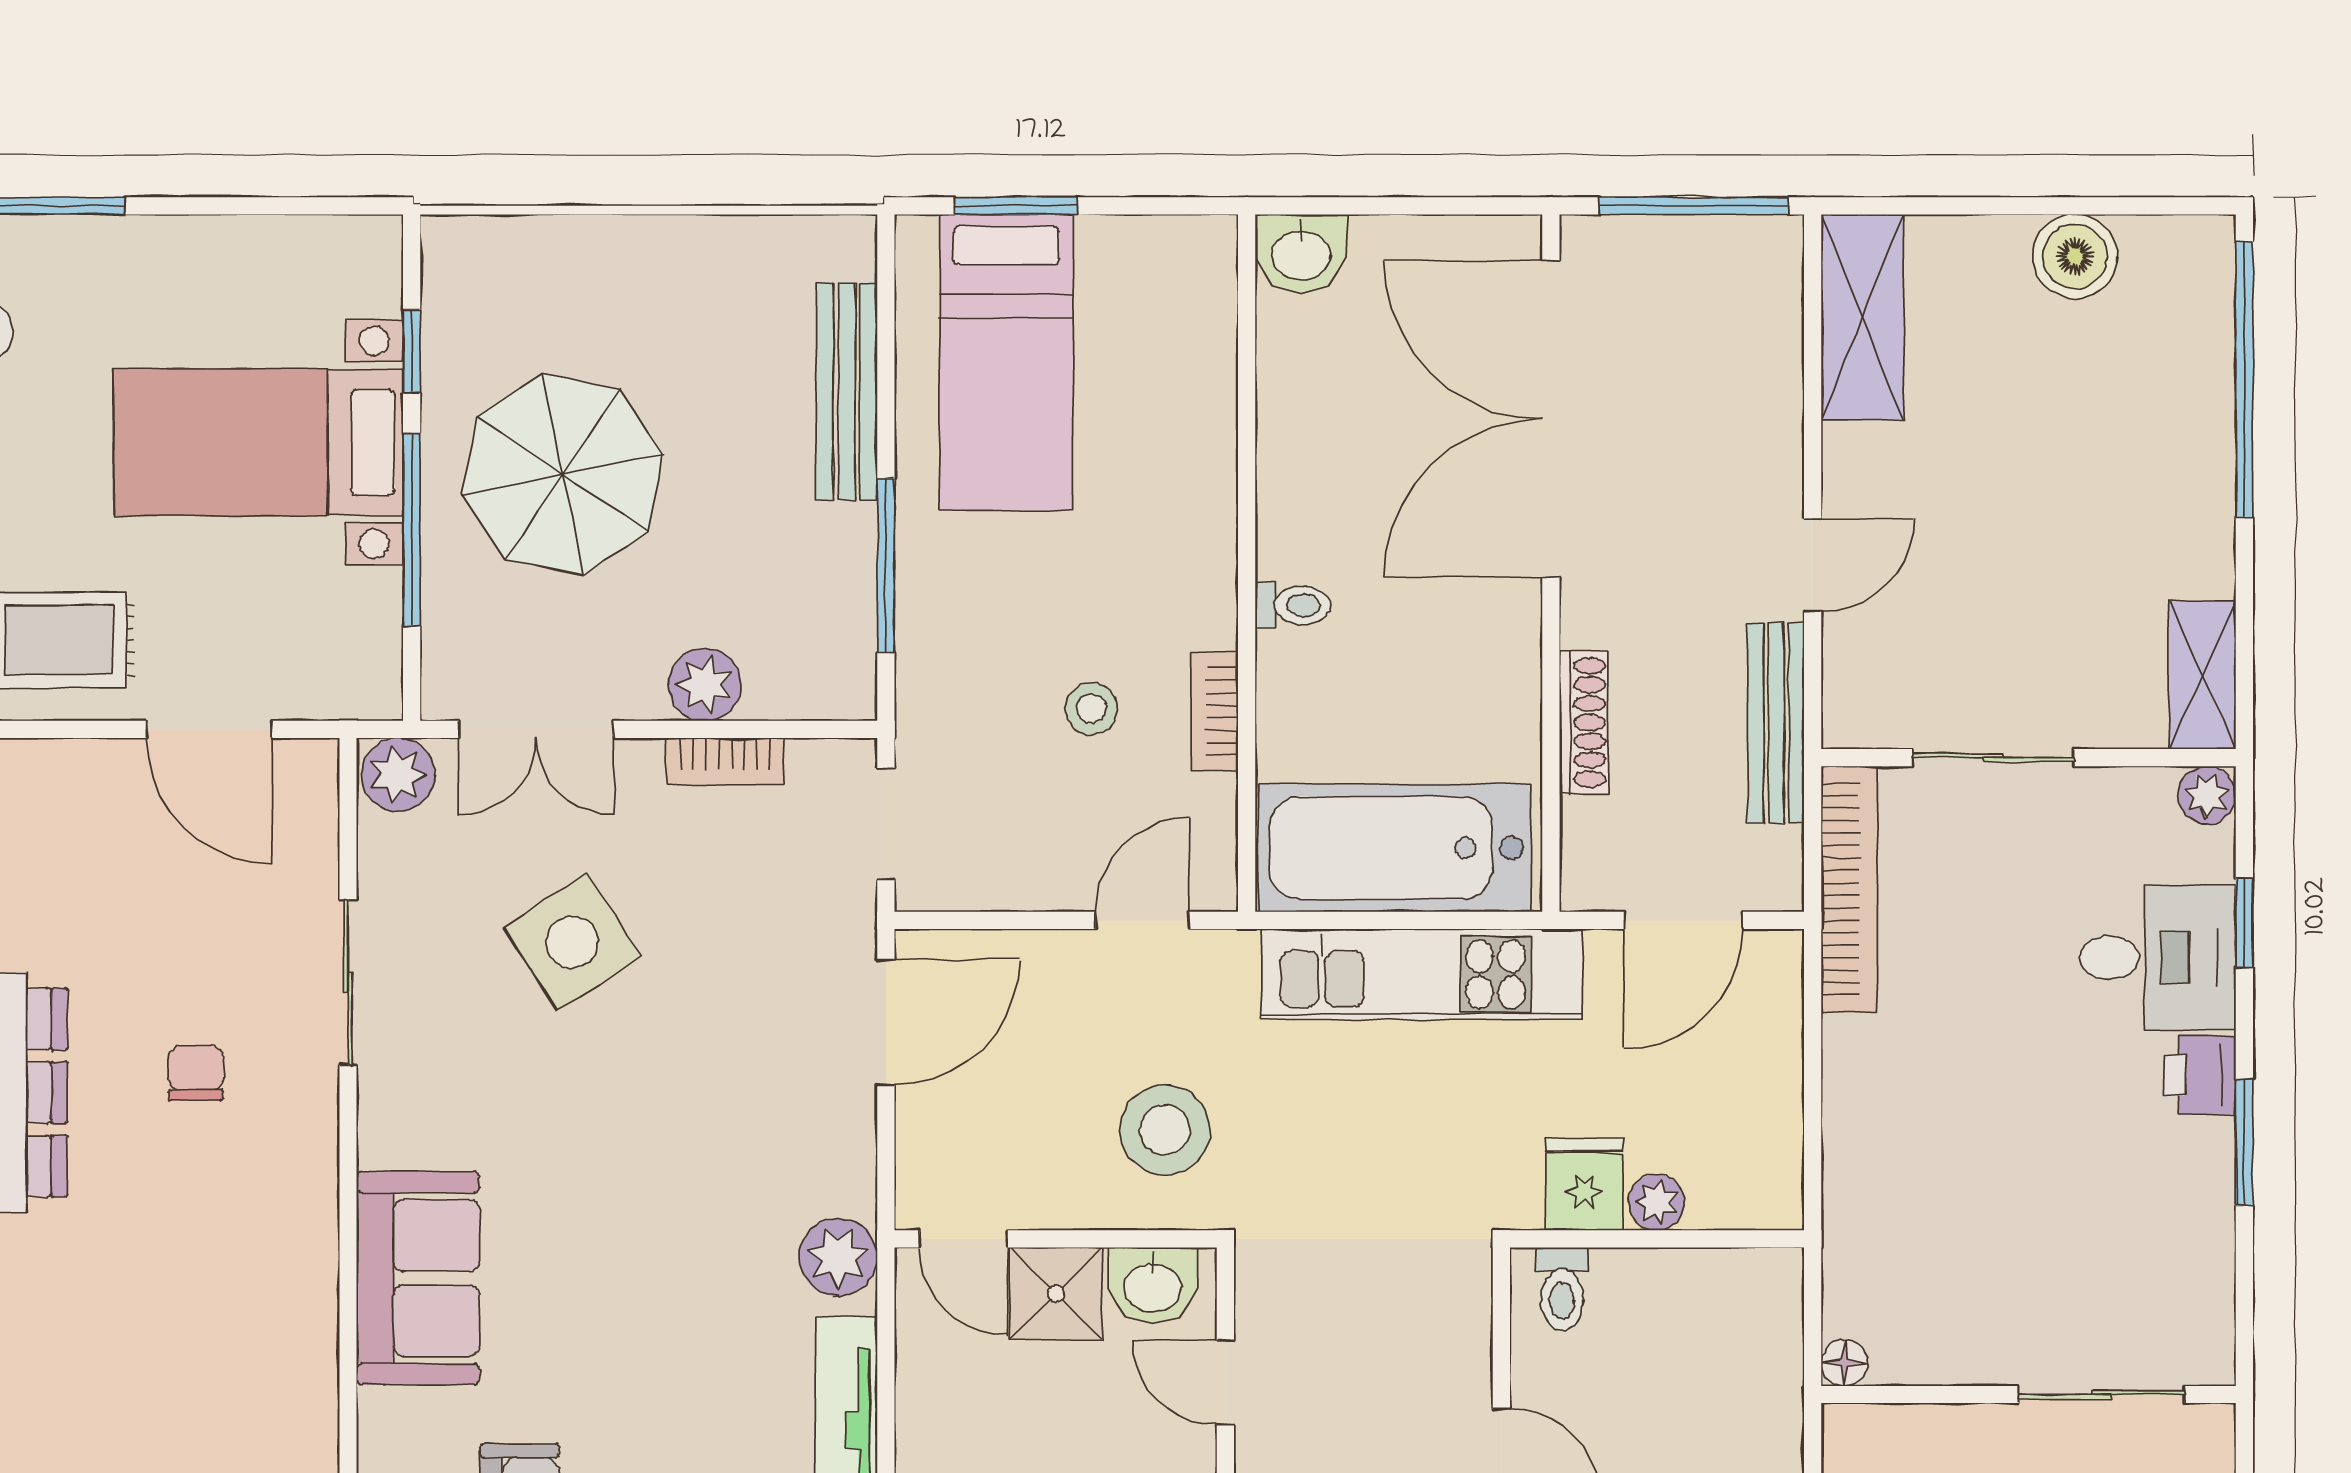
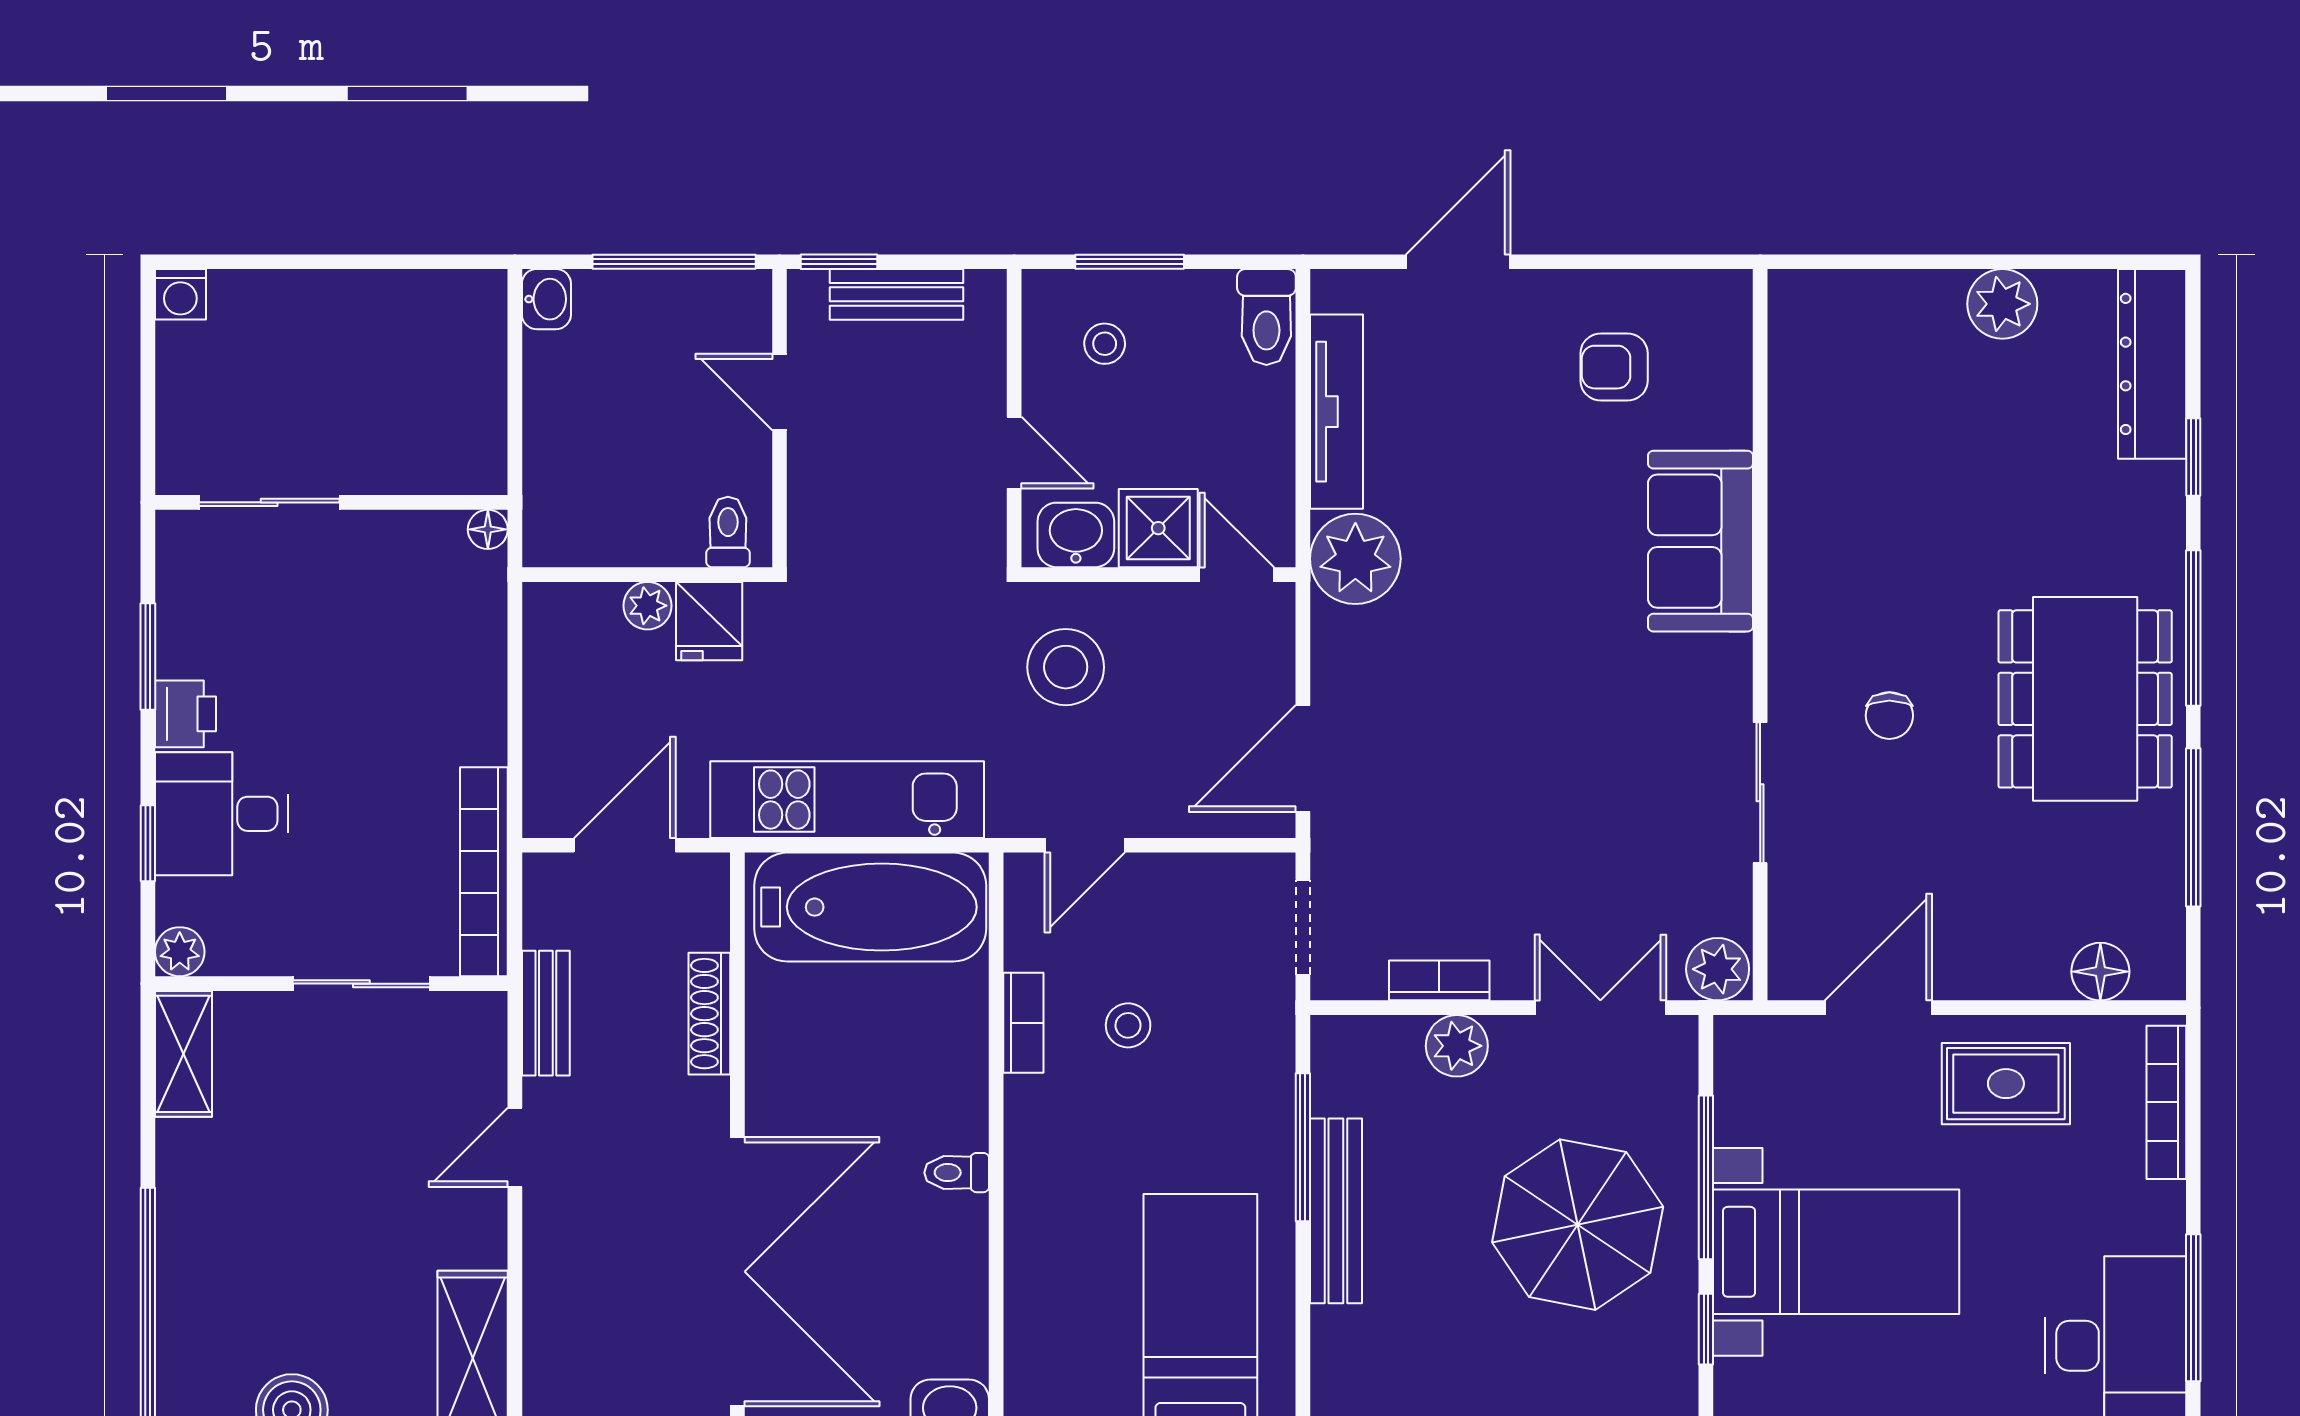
bench: (847, 391) -> (1336, 1211), moved
toilet: (1293, 605) -> (957, 1173), moved
bench: (1776, 723) -> (546, 1013), width x0.73
door: (209, 729) -> (1878, 1008), hinge flipped
side table: (572, 942) -> (1570, 827), removed
plant: (838, 1257) -> (1355, 559), width x1.36, depth x1.36
floor lamp: (1844, 1363) -> (488, 529), moved
wall: (2028, 1395) -> (331, 502), moved
sliding door: (2102, 1395) -> (269, 502), moved

